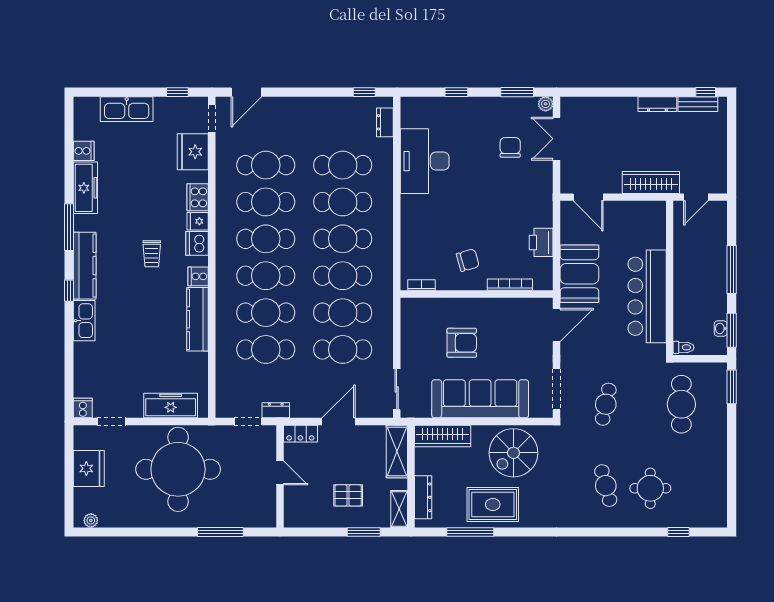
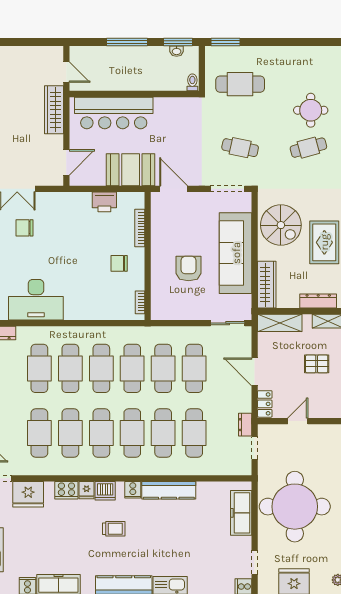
chair: (468, 260) -> (119, 263), turned -74
bar counter: (647, 296) -> (114, 113), moved
pallet: (348, 495) -> (317, 364), turned 90

